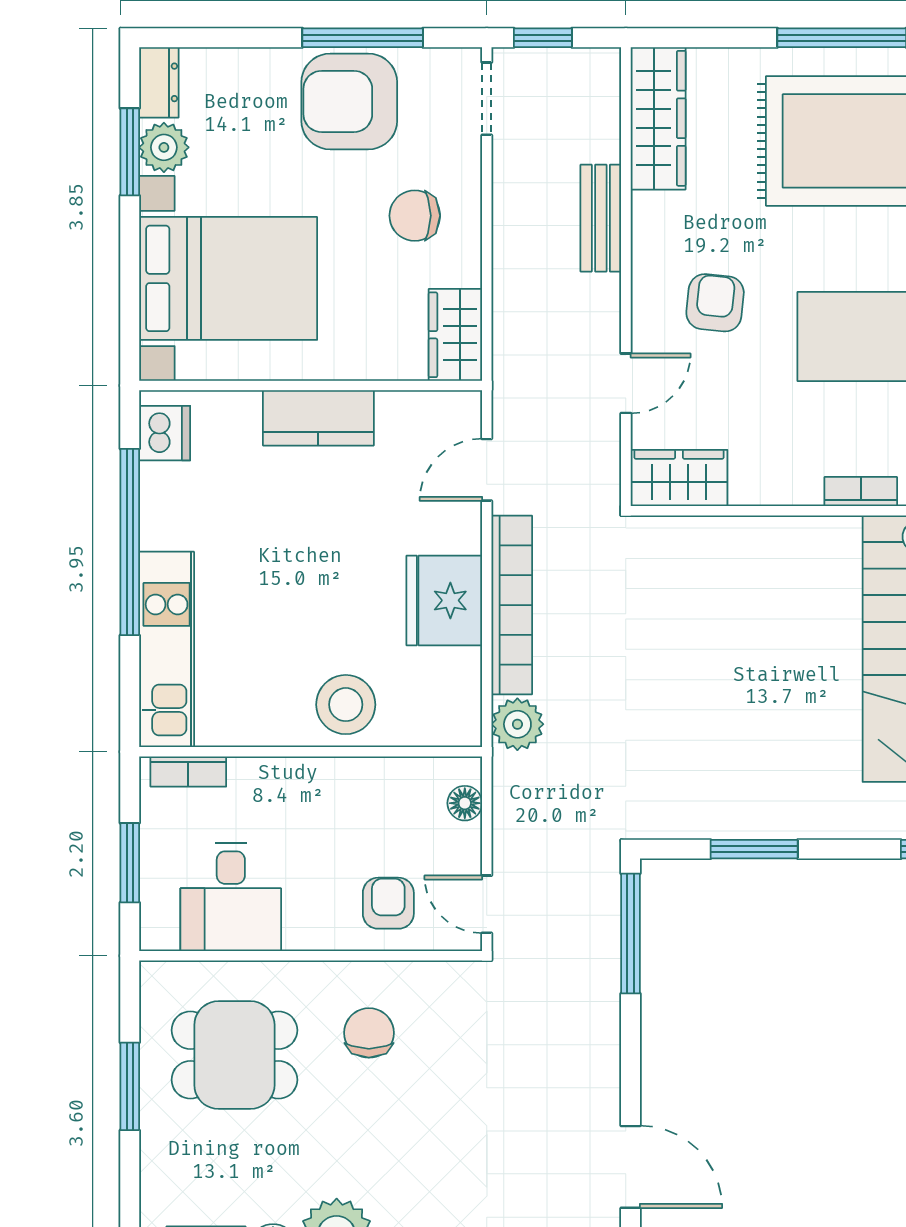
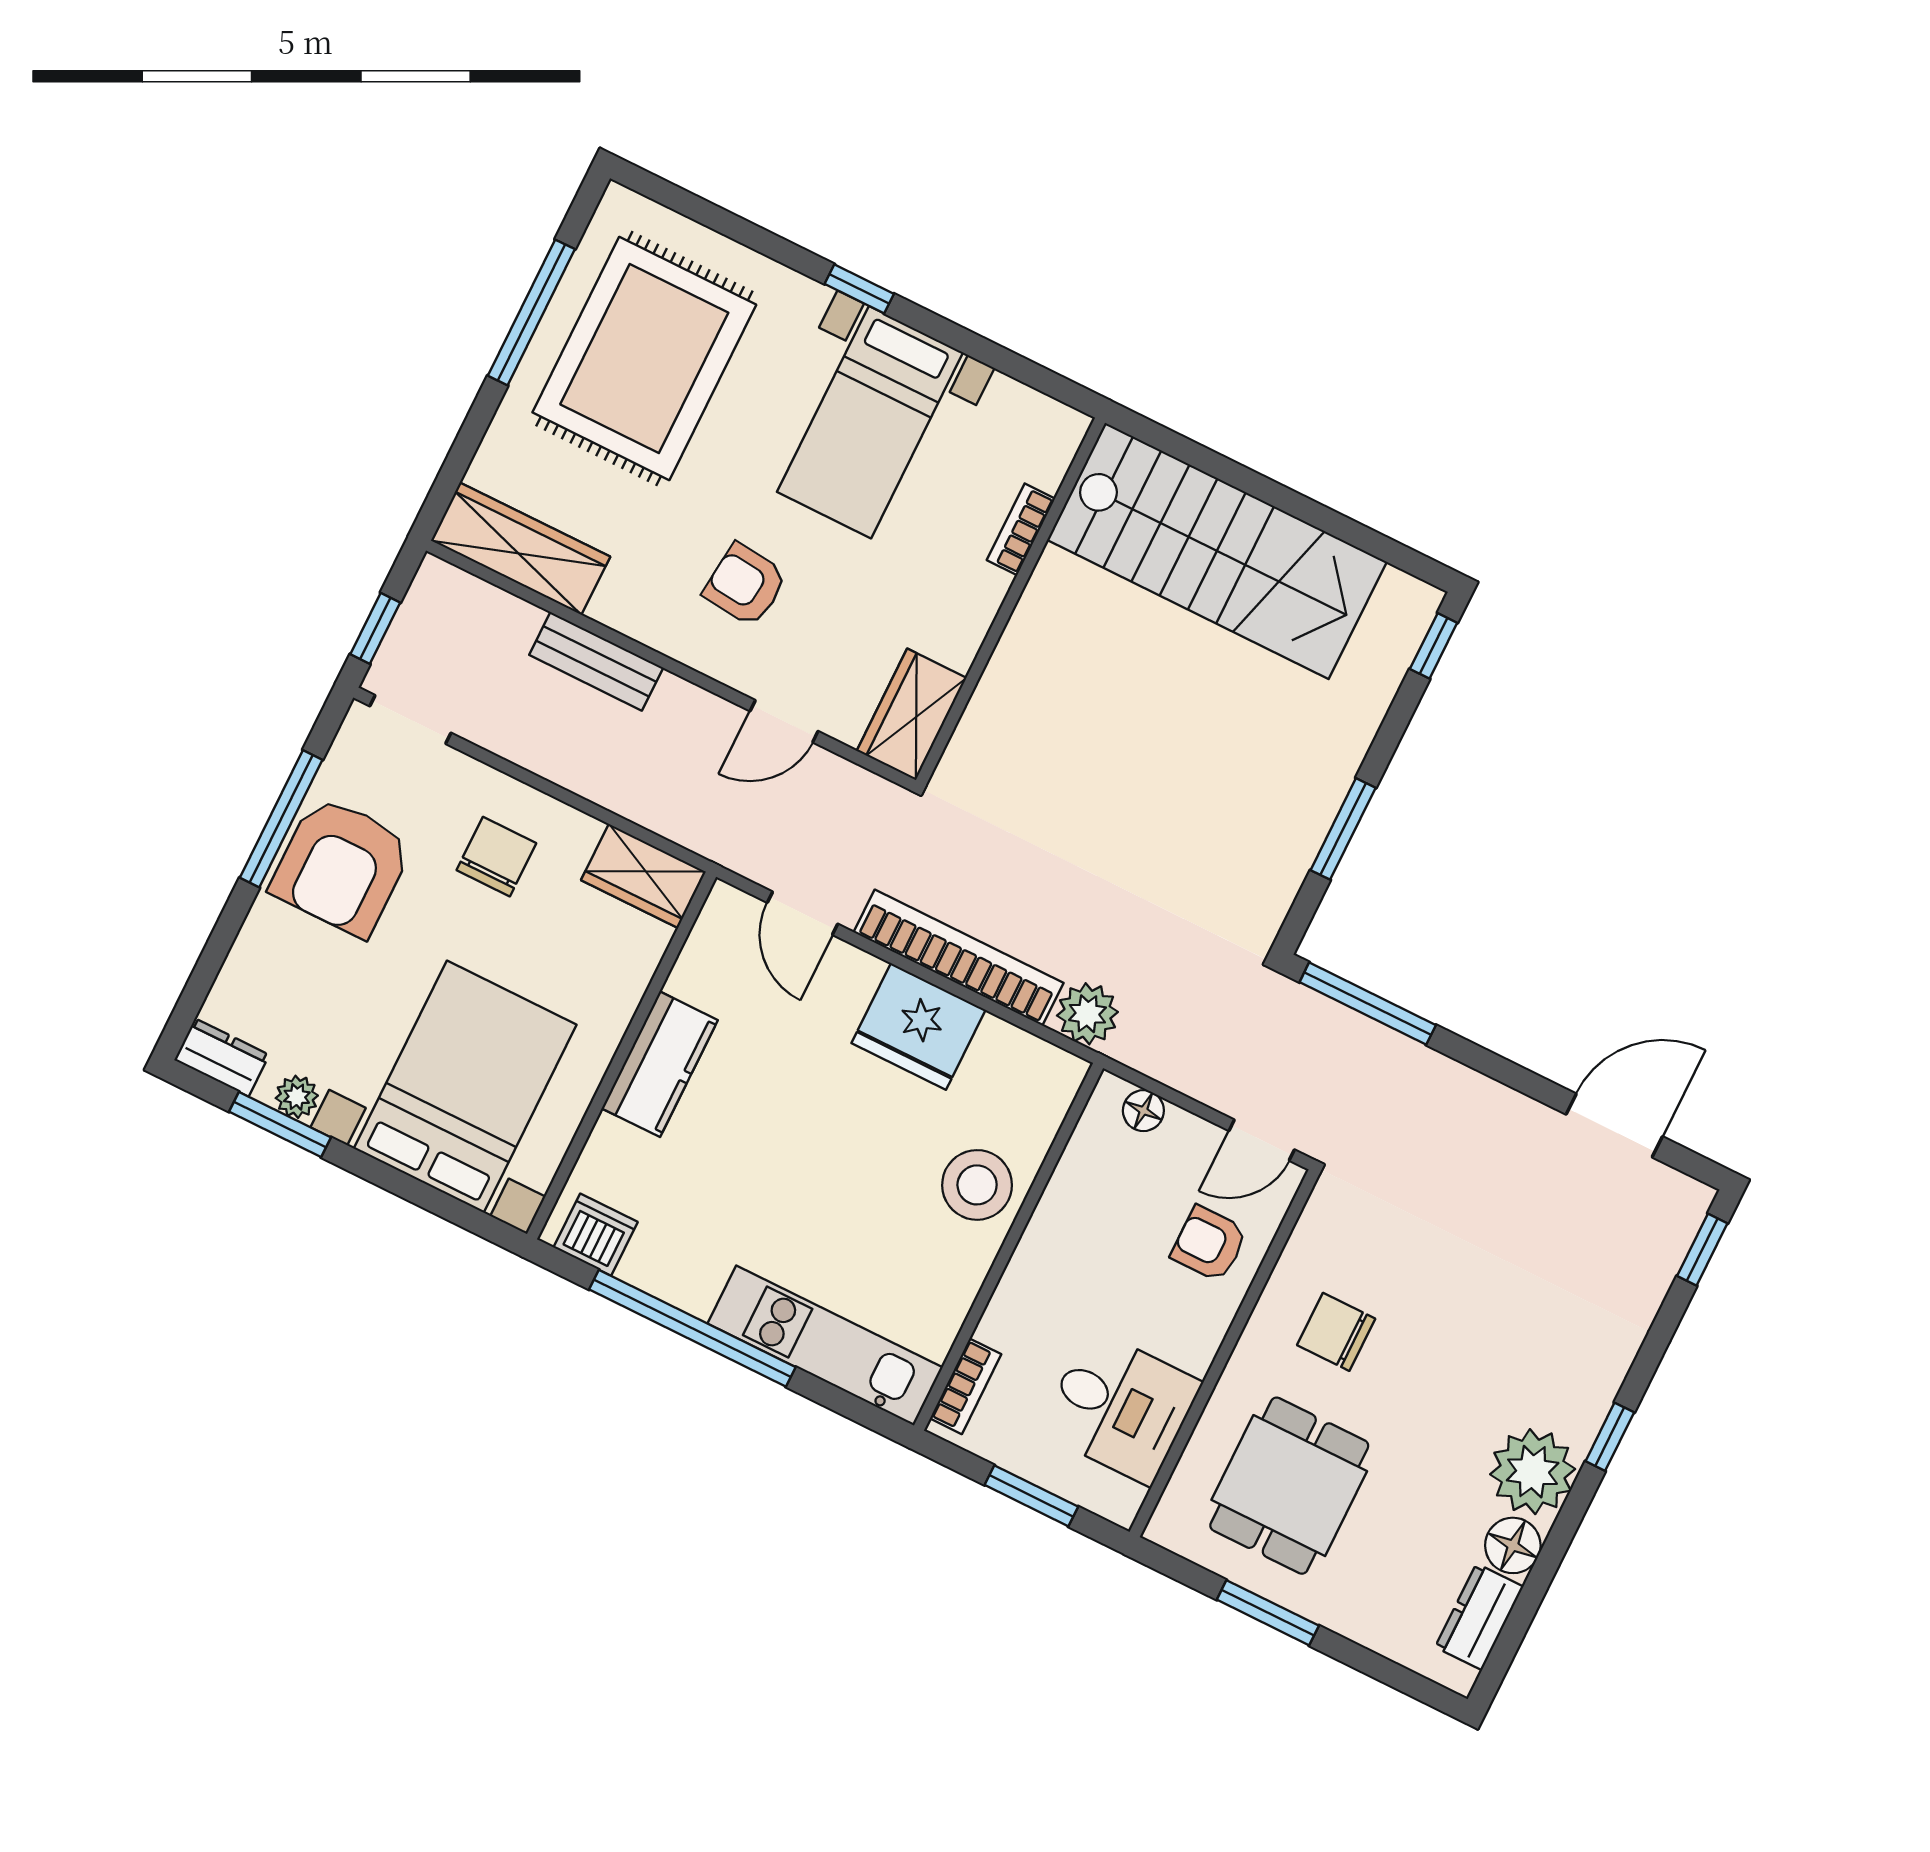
plant: (164, 147) -> (297, 1097), width x0.73, depth x0.73
chair: (415, 216) -> (496, 857), turned 180
door: (626, 383) -> (784, 721), swing flipped

